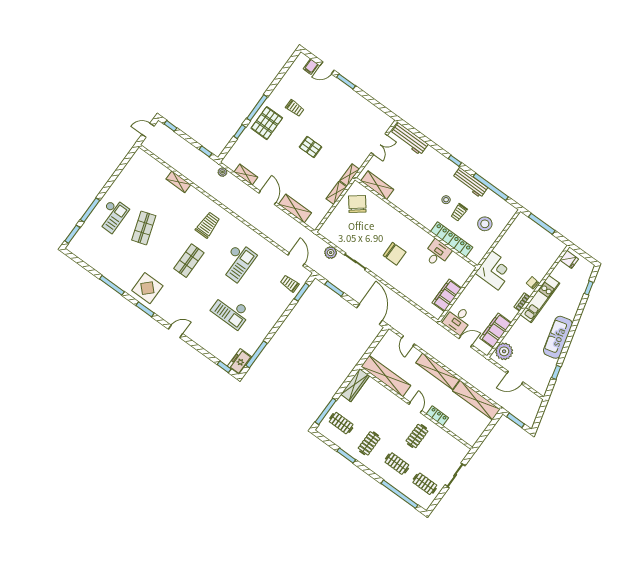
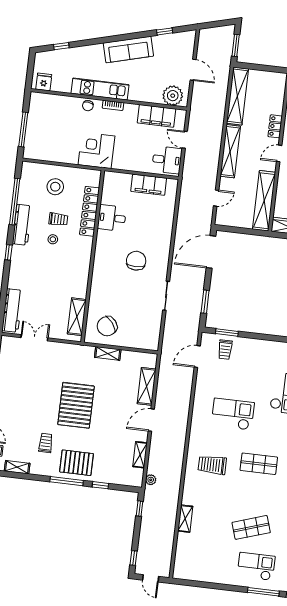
pallet: (310, 147) -> (76, 405), width x2.05, depth x2.00
shelving: (350, 175) -> (17, 467), moved
plant: (331, 253) -> (171, 326), removed

